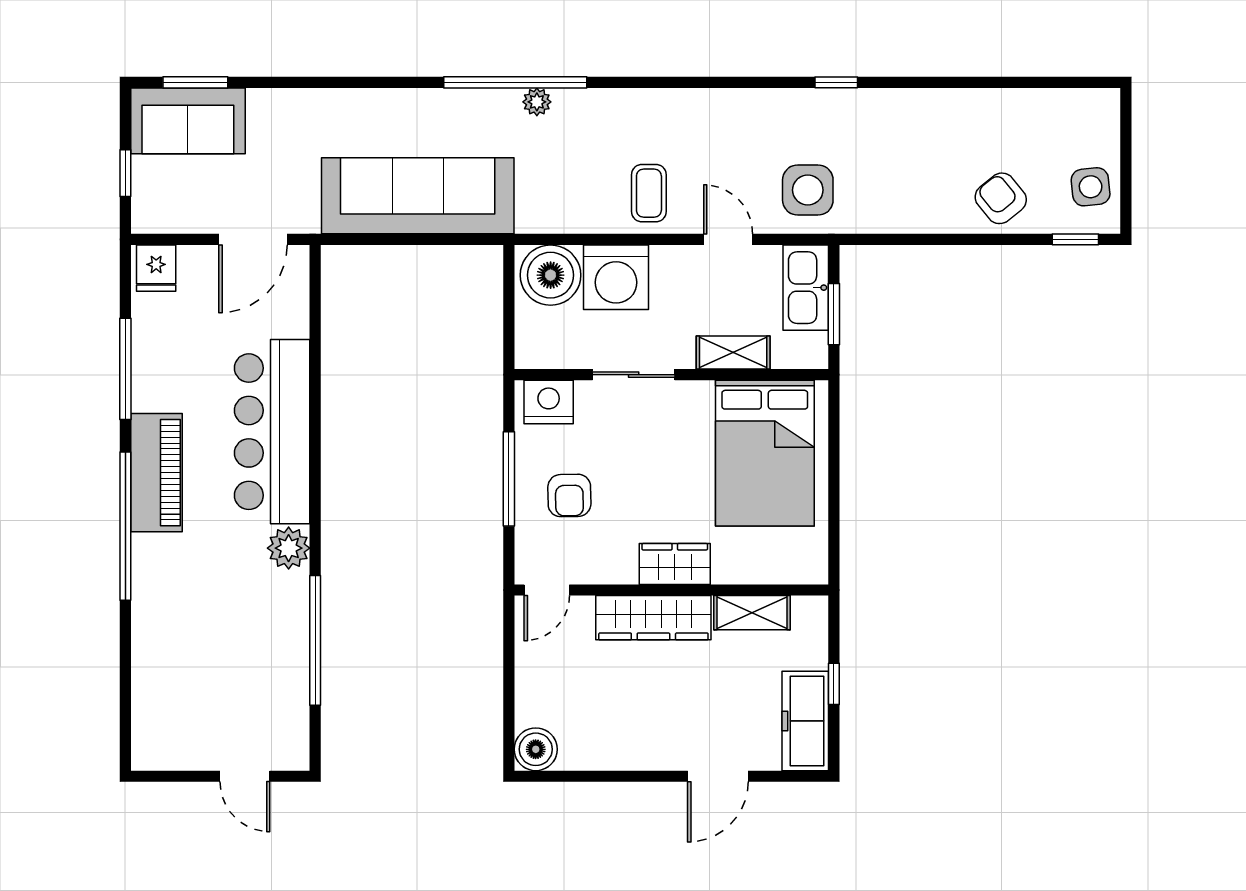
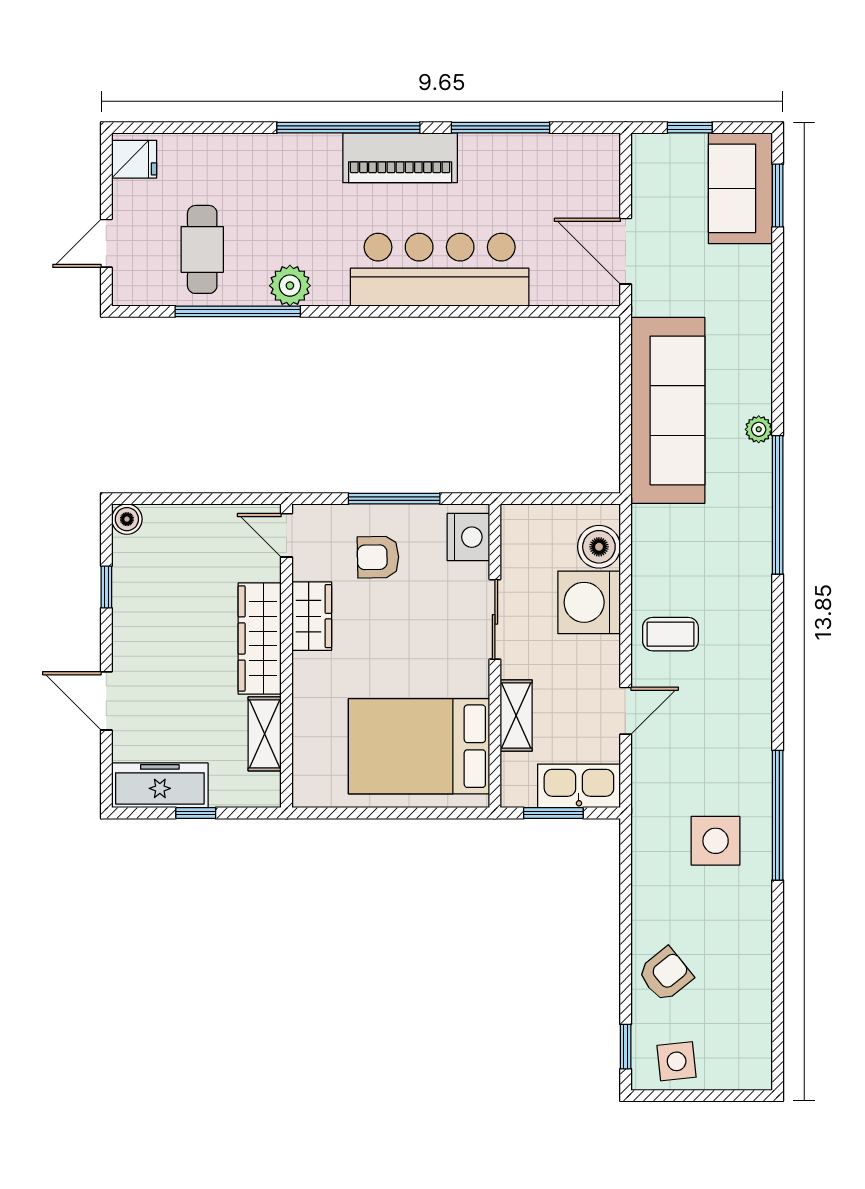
window: (836, 82) -> (778, 815), width x3.17
plant: (537, 102) -> (759, 429), moved
side table: (808, 190) -> (716, 841), moved
fridge: (156, 268) -> (134, 159), moved, turned 180
boiler: (551, 275) -> (599, 547), width x0.73, depth x0.73
plant: (289, 548) -> (290, 286), moved
wardrobe: (675, 564) -> (312, 616), moved
cafe table: (251, 677) -> (202, 249), added
boiler: (536, 749) -> (127, 519), width x0.73, depth x0.73
window: (600, 776) -> (106, 587), added

